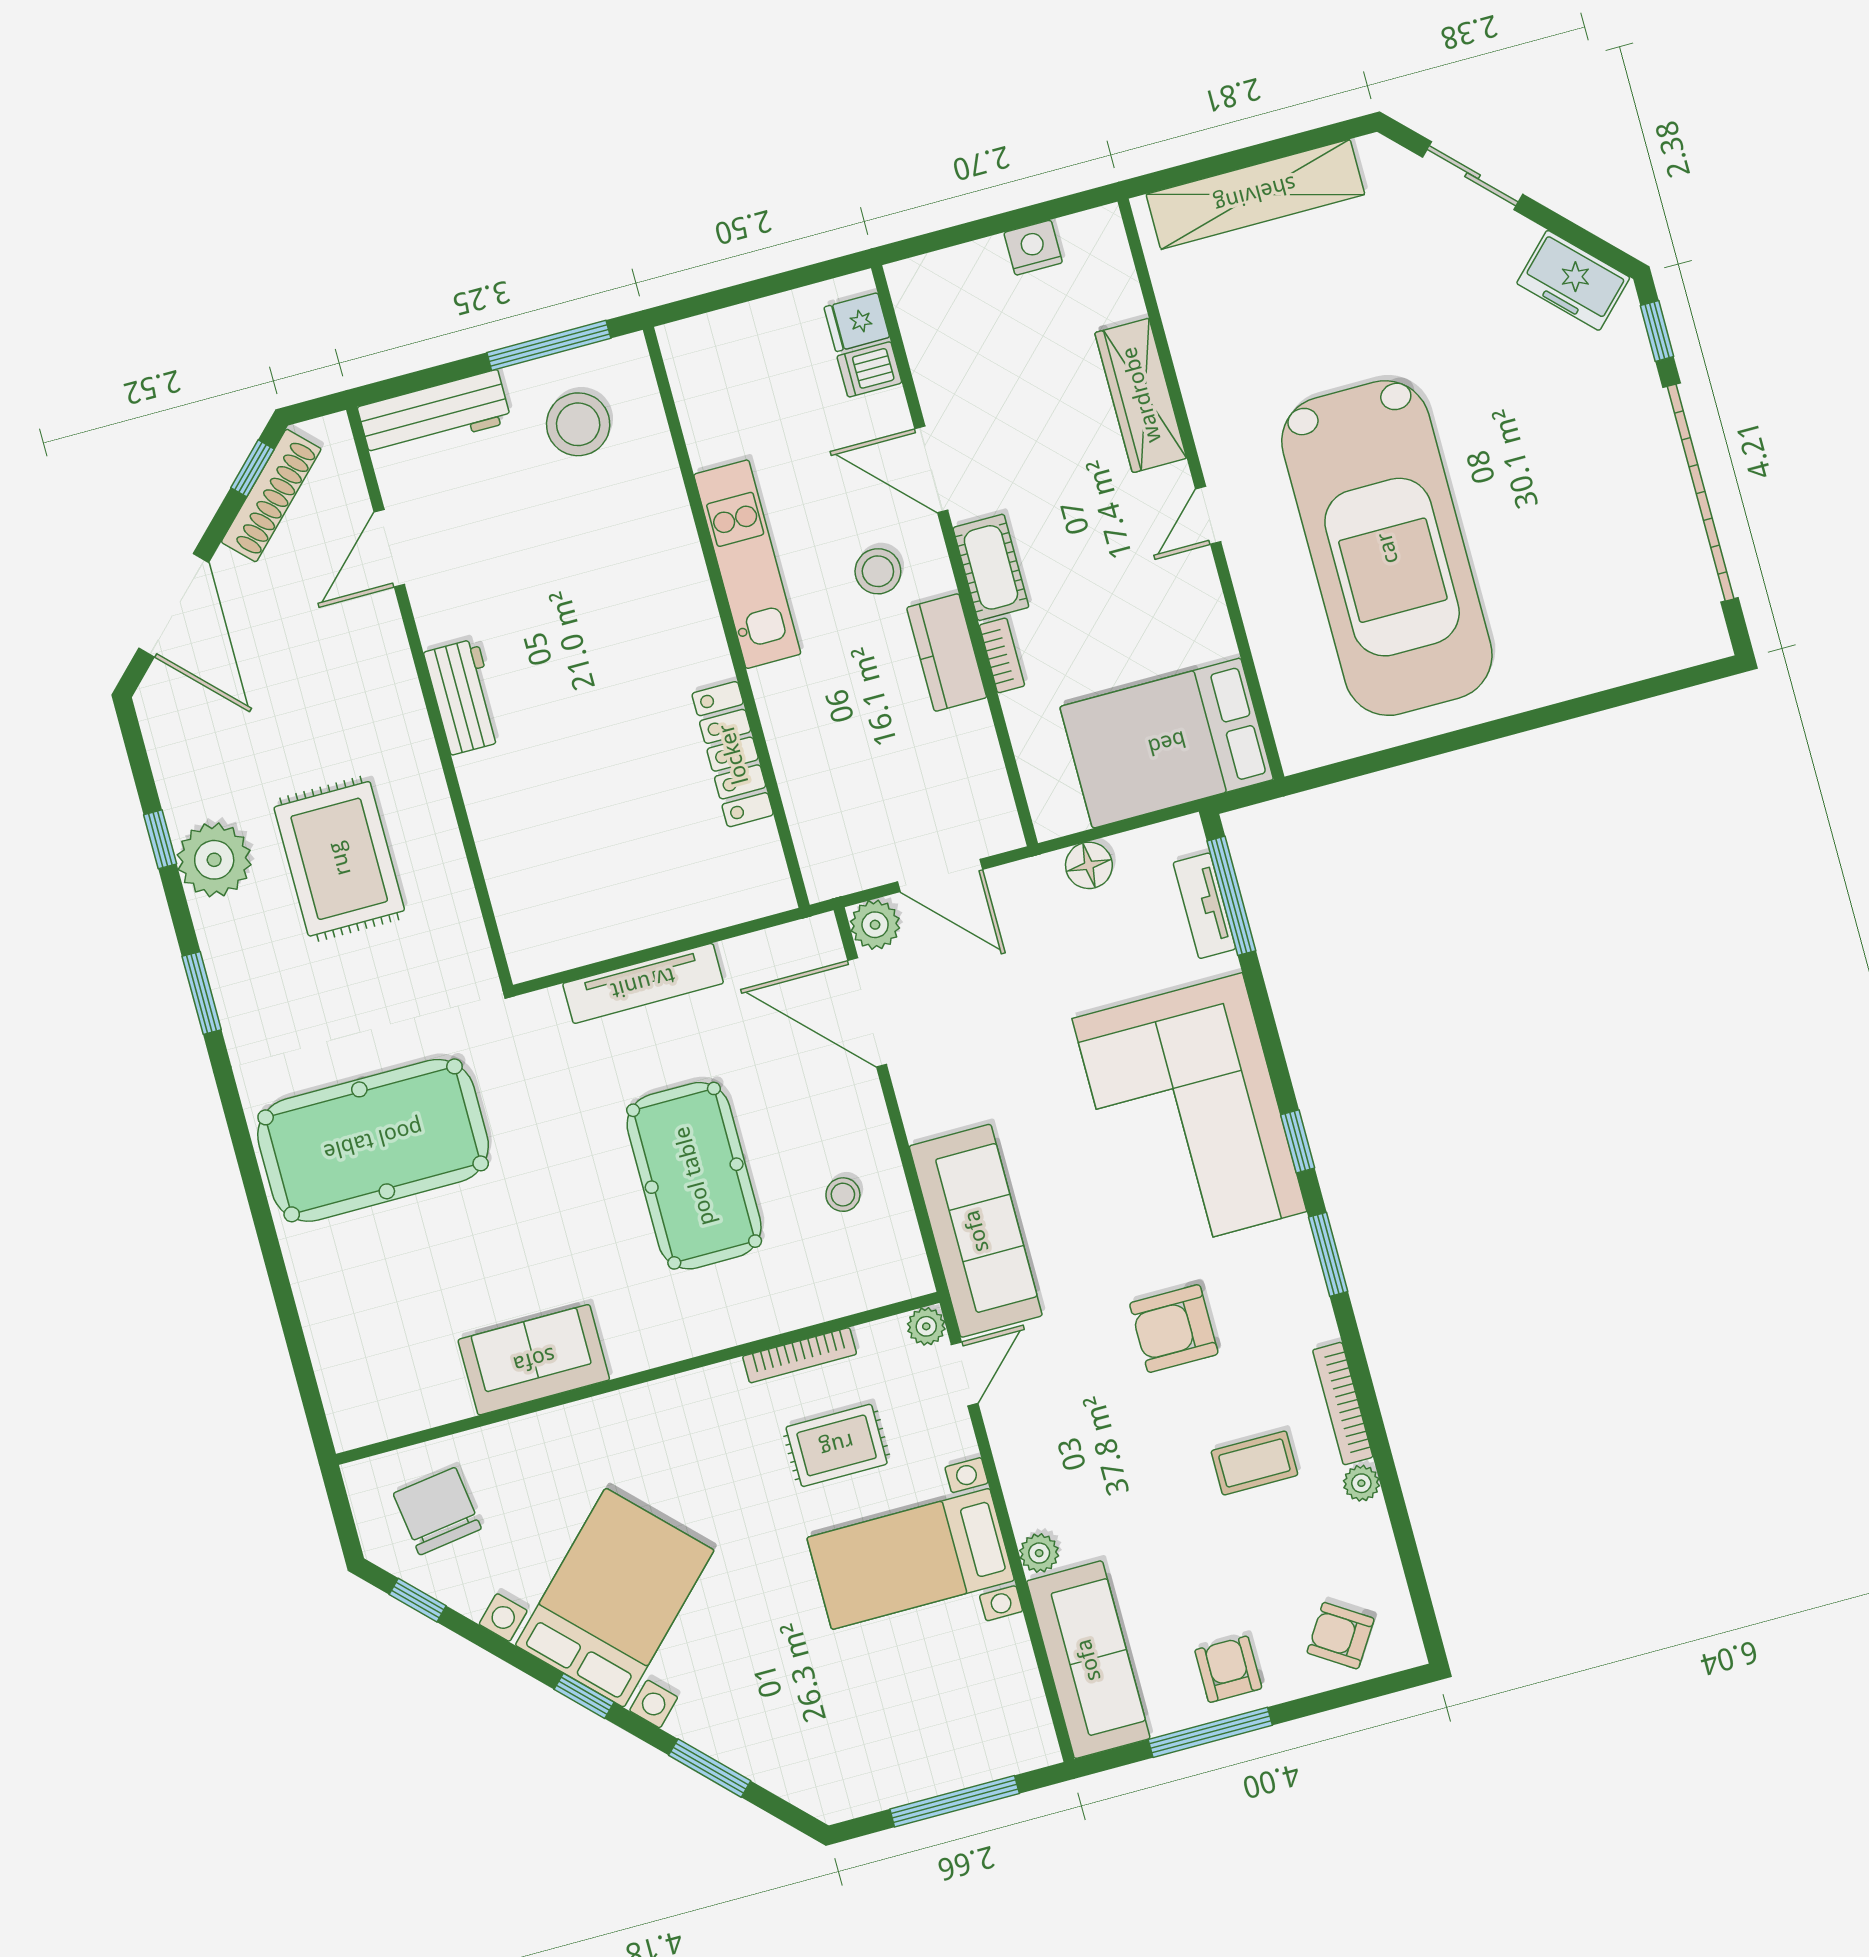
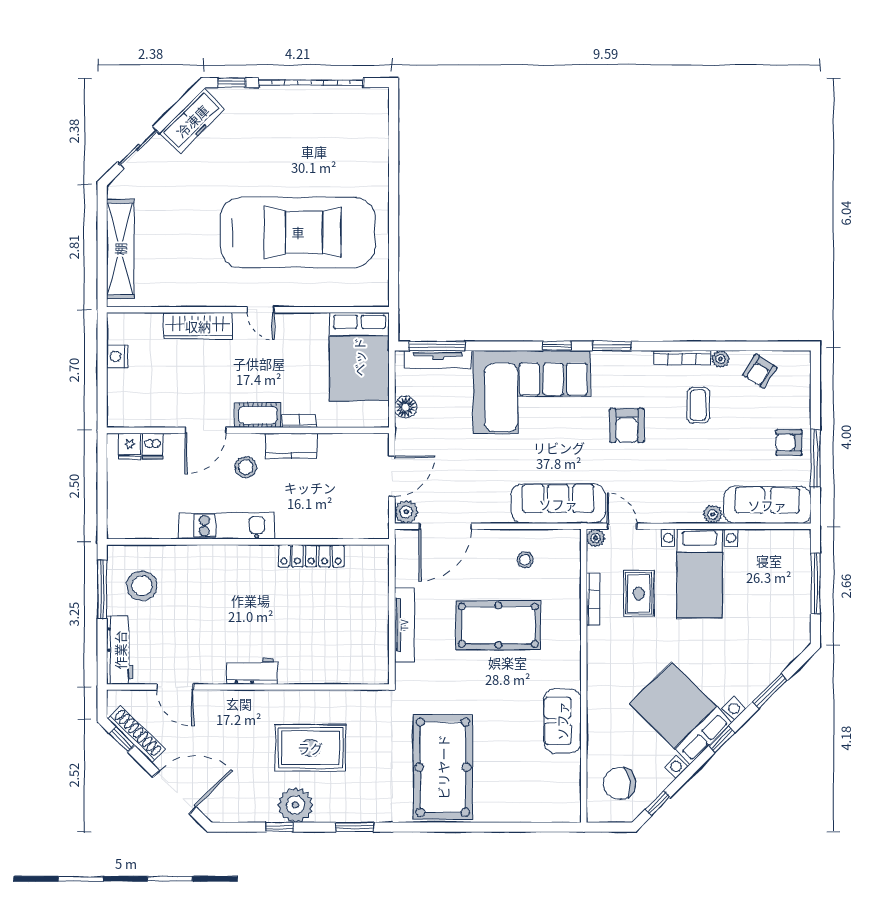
freezer: (1573, 280) -> (192, 121), width x1.40
tv unit: (1204, 906) -> (438, 359), width x1.41
armchair: (1341, 1636) -> (760, 371), moved

